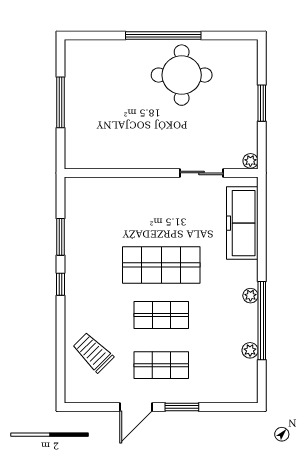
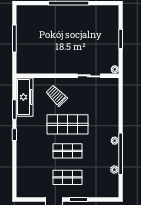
round table: (182, 75) -> (78, 24), removed
freezer: (242, 223) -> (25, 97), moved, turned 180
trolley: (93, 352) -> (56, 96), moved

